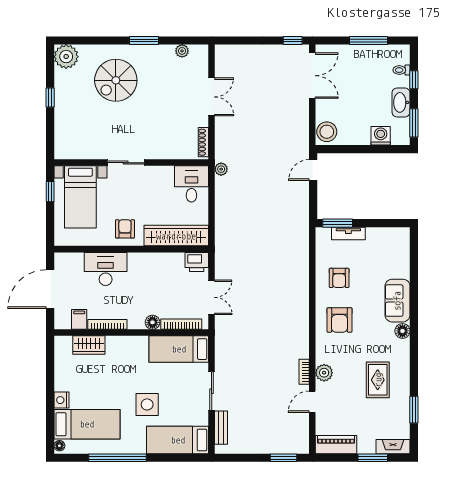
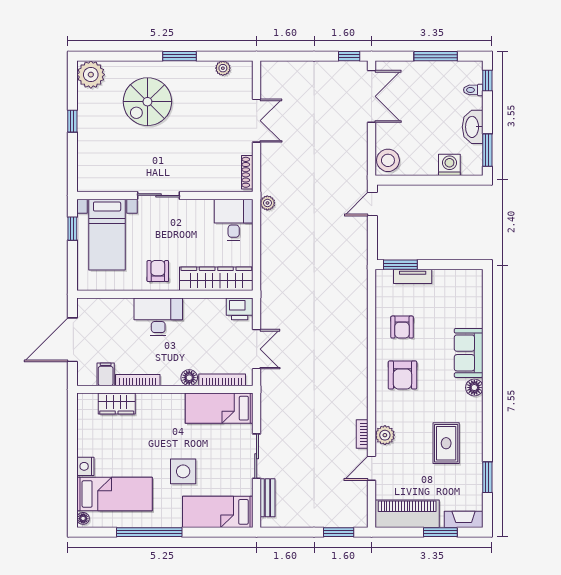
window: (414, 80) -> (487, 80), moved
desk: (106, 269) -> (158, 317), moved
piano: (336, 445) -> (407, 514), width x1.37, depth x1.33

